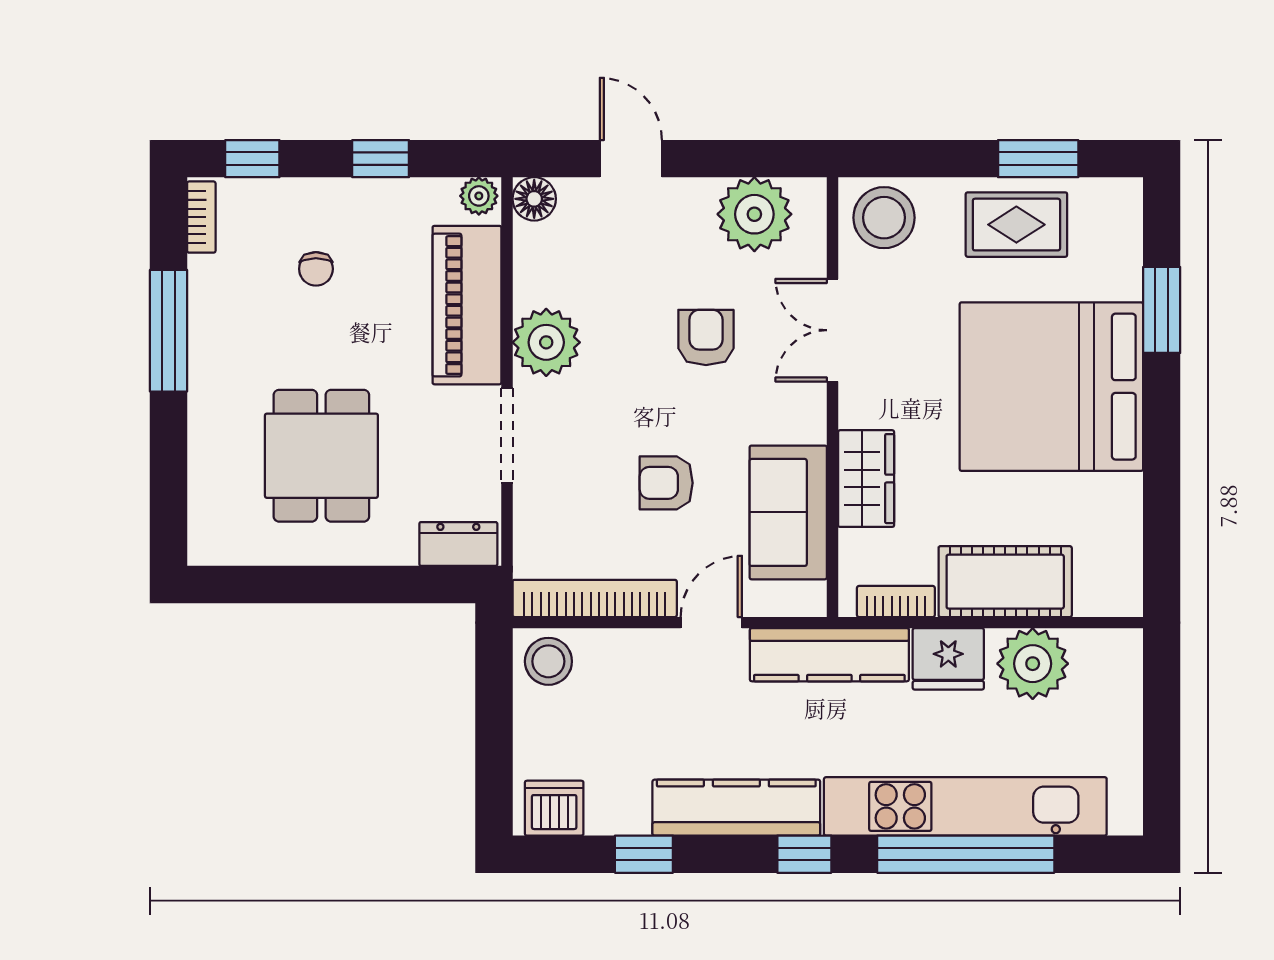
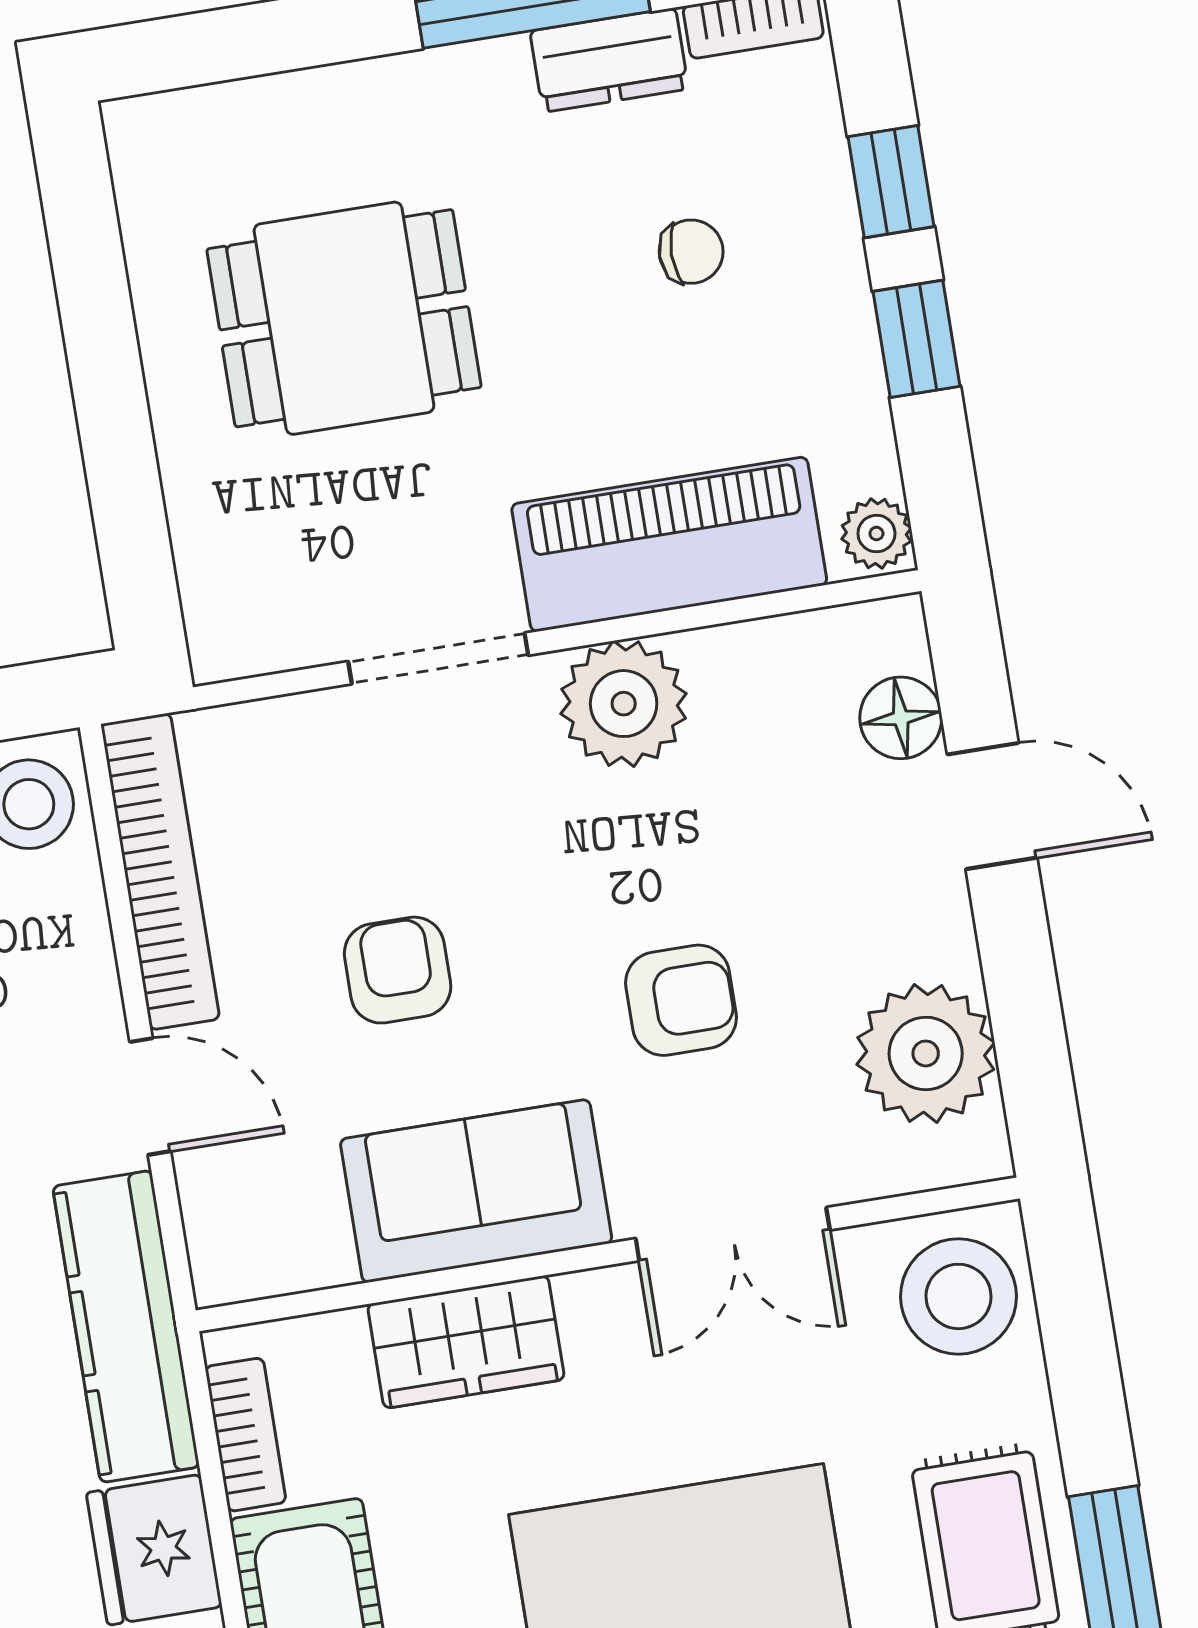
window: (252, 159) -> (891, 182), moved
door: (631, 159) -> (992, 806), hinge flipped
floor lamp: (534, 199) -> (901, 718), moved
chair: (316, 269) -> (691, 252), turned 180
double door: (832, 330) -> (733, 1234), swing flipped
sofa: (788, 512) -> (476, 1191), moved
dresser: (458, 544) -> (609, 60), moved, turned 90

